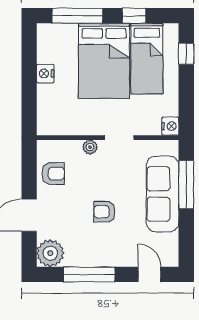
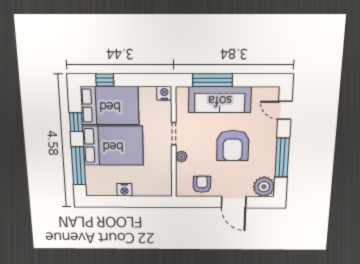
bed: (147, 59) -> (110, 106), width x1.50
armchair: (105, 212) -> (233, 146), width x1.88, depth x1.88
door: (149, 274) -> (285, 110), hinge flipped

